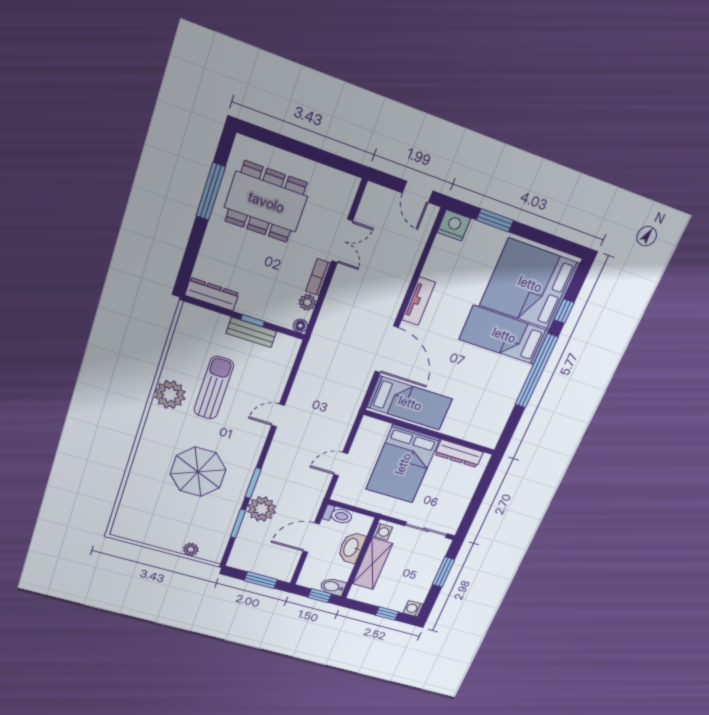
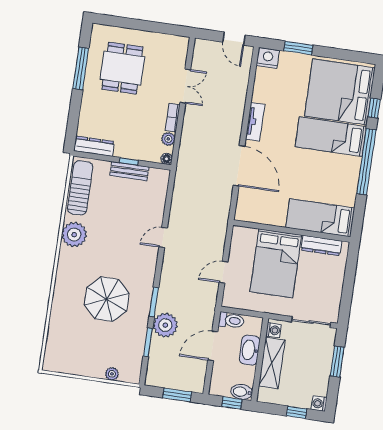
dining table: (266, 202) -> (122, 68), width x0.73
sun lounger: (214, 388) -> (80, 188), moved
bed: (410, 403) -> (320, 218), moved, turned 180

